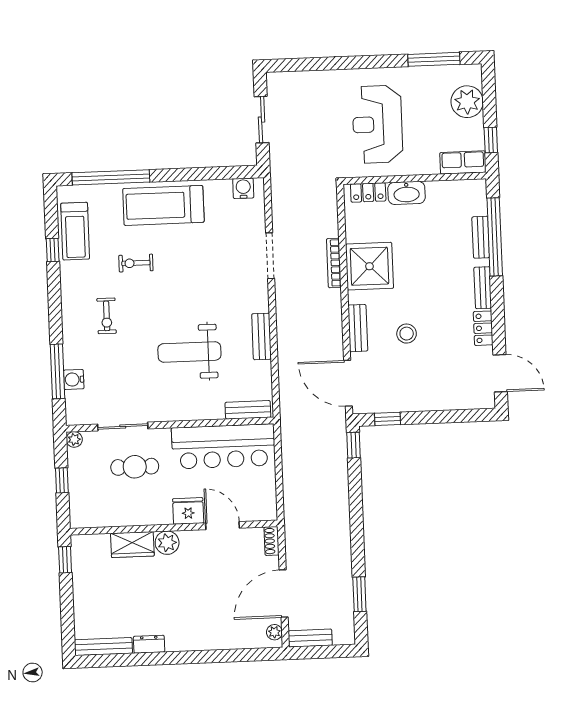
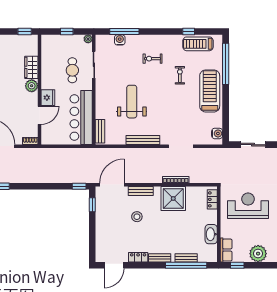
washbasin: (407, 193) -> (211, 234), moved
bench: (261, 336) -> (143, 140), width x1.36

